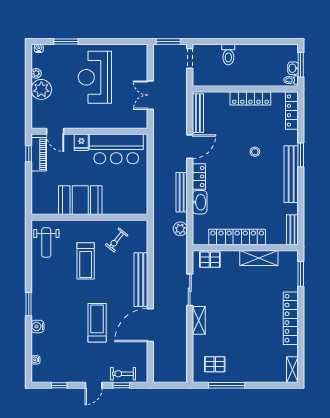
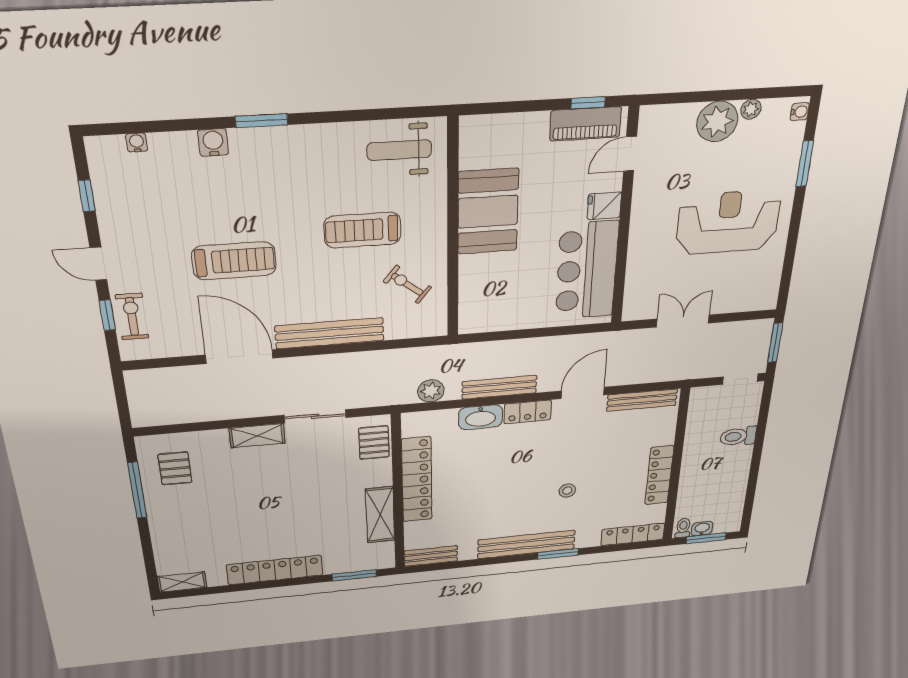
door: (190, 147) -> (583, 393), swing flipped

